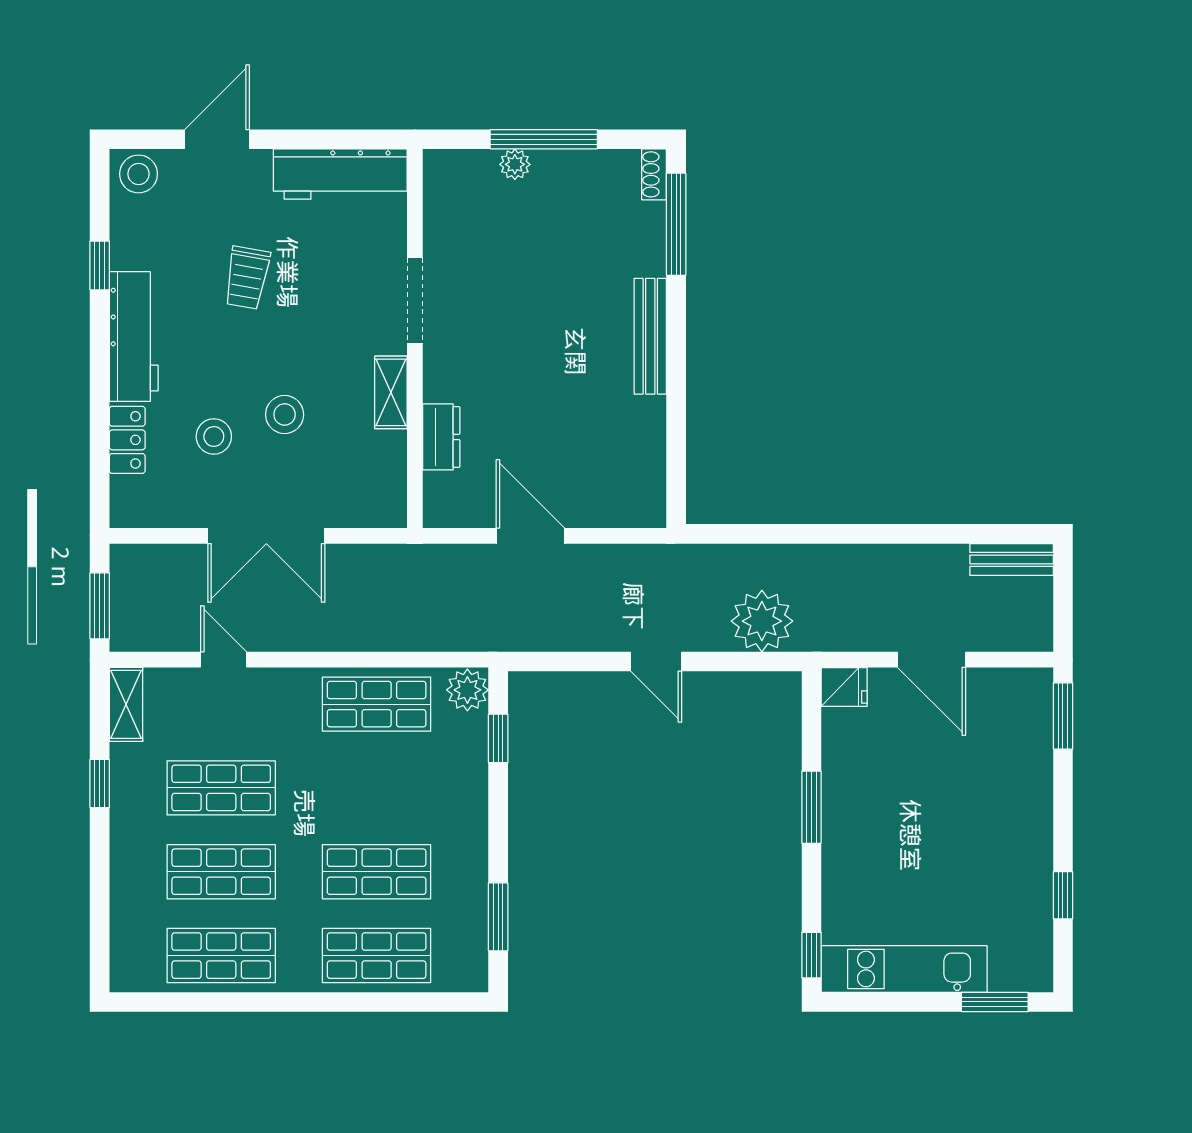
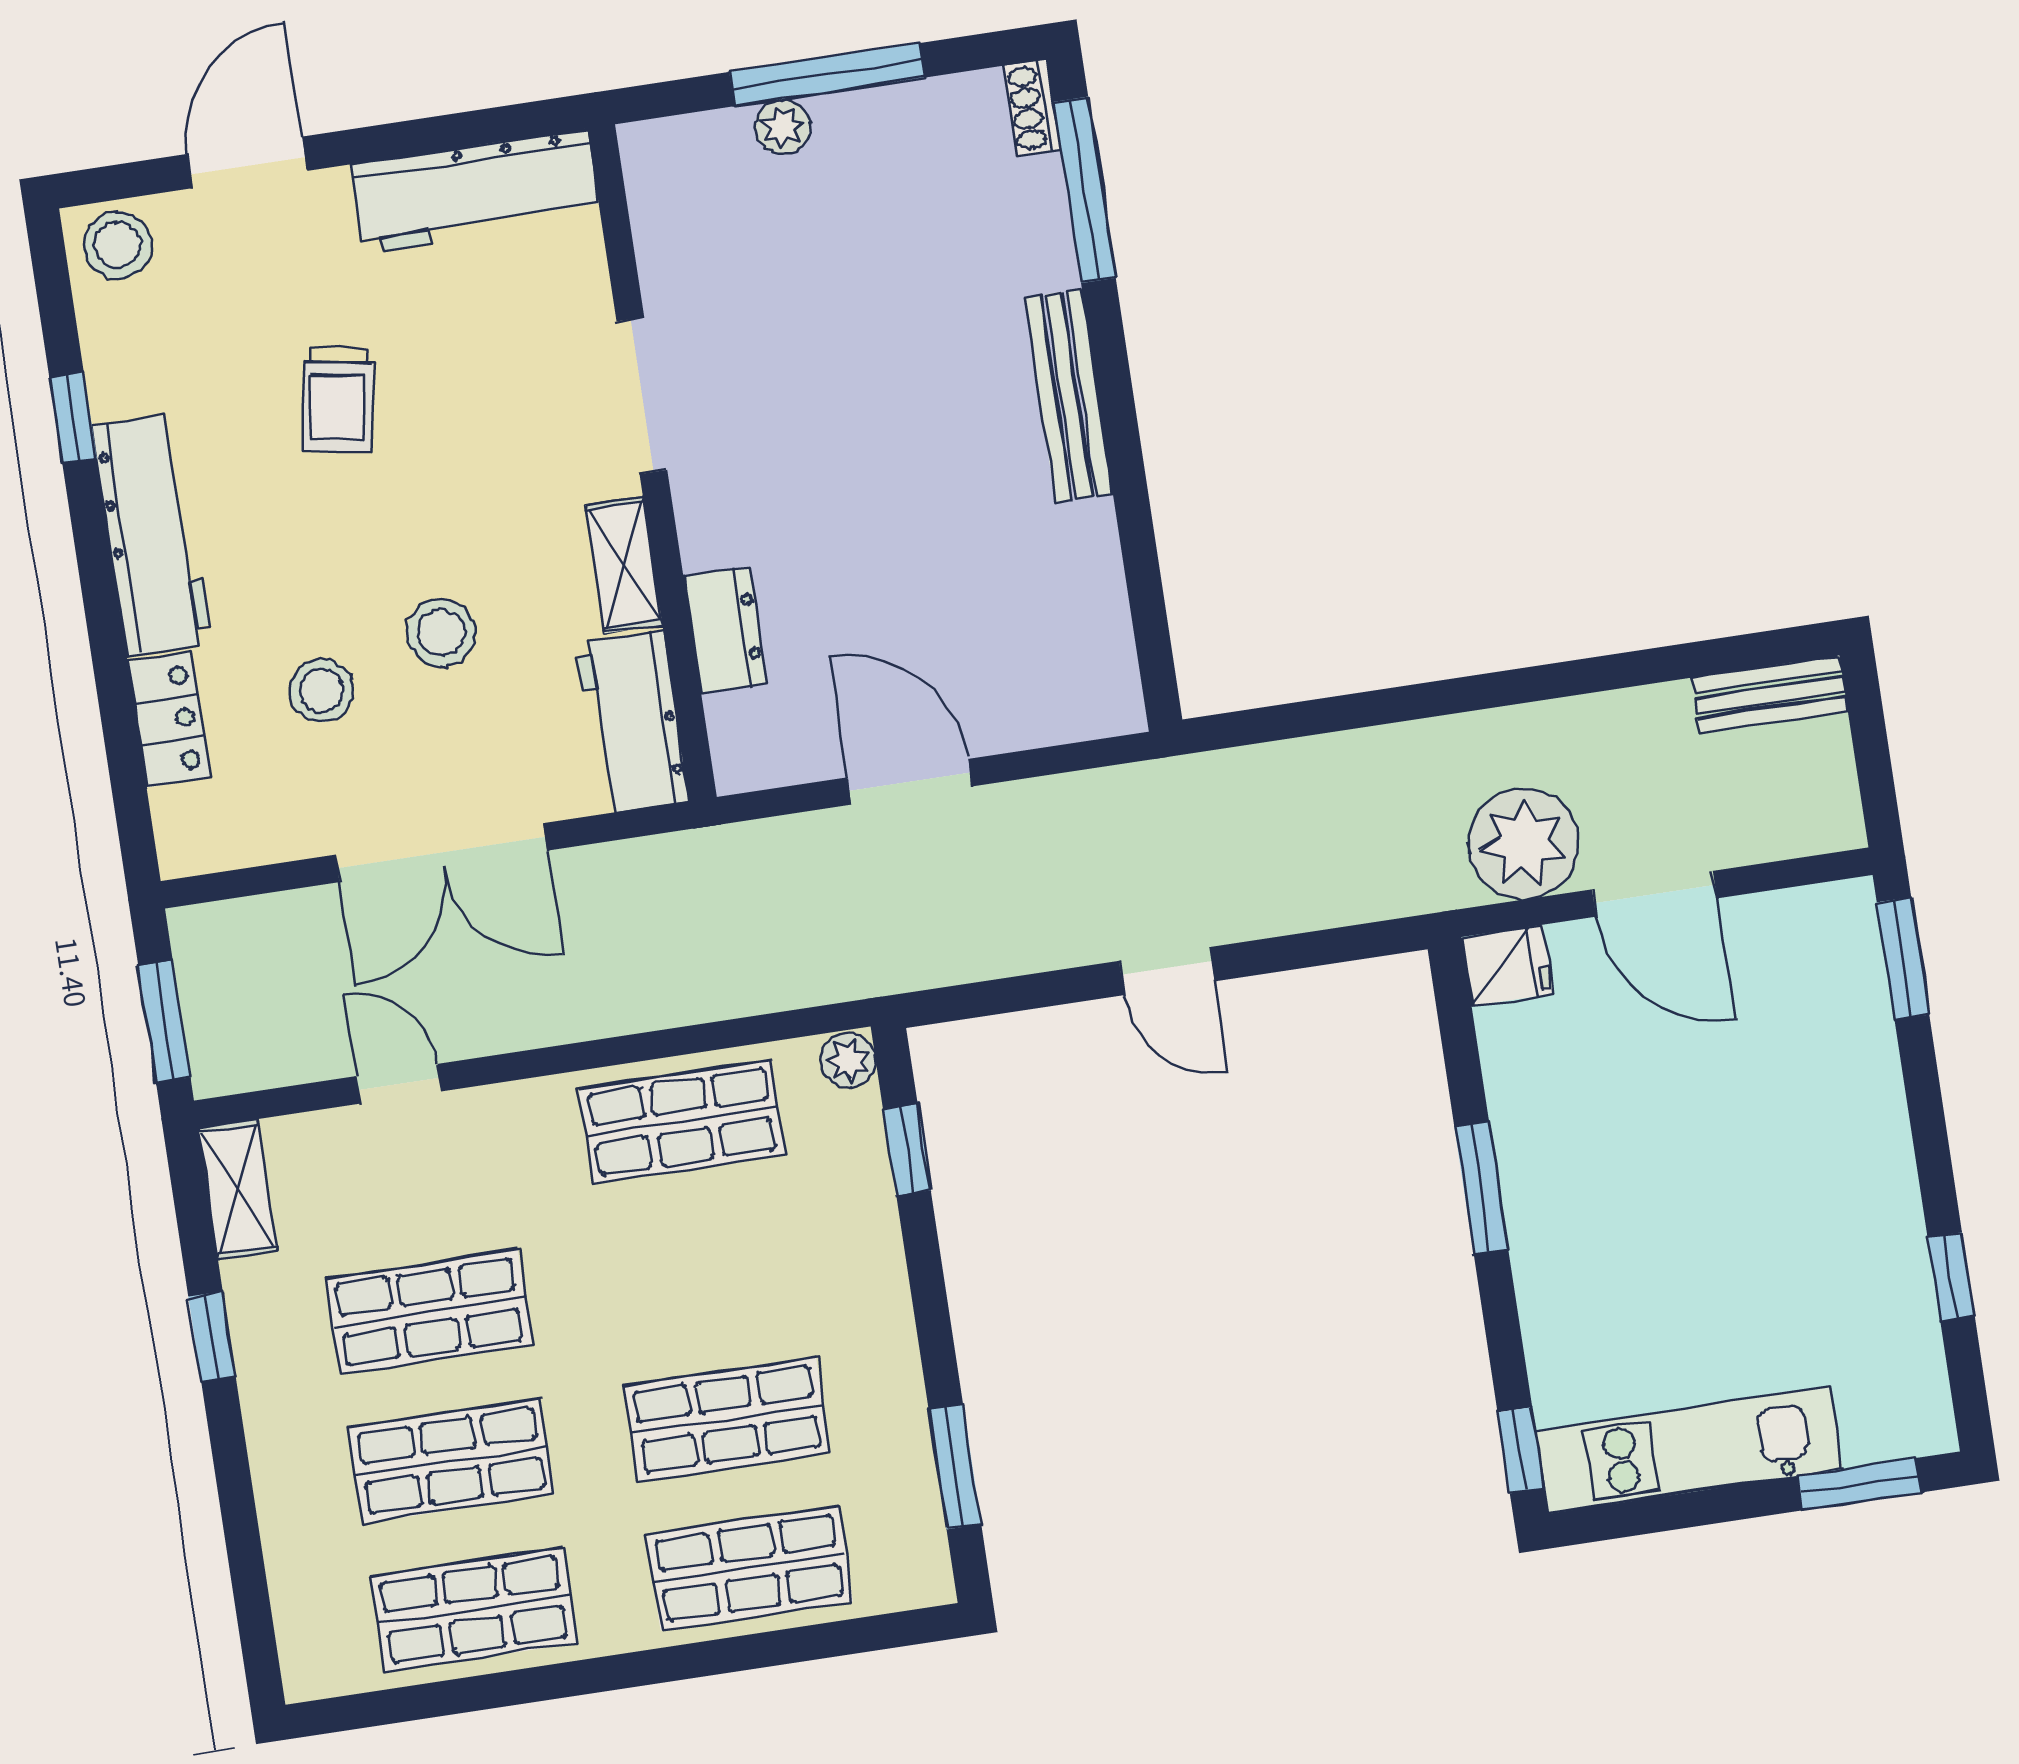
workbench: (382, 480) -> (632, 722), added
plant: (762, 621) -> (1524, 844), moved
plant: (467, 690) -> (848, 1060), width x0.73, depth x0.73

